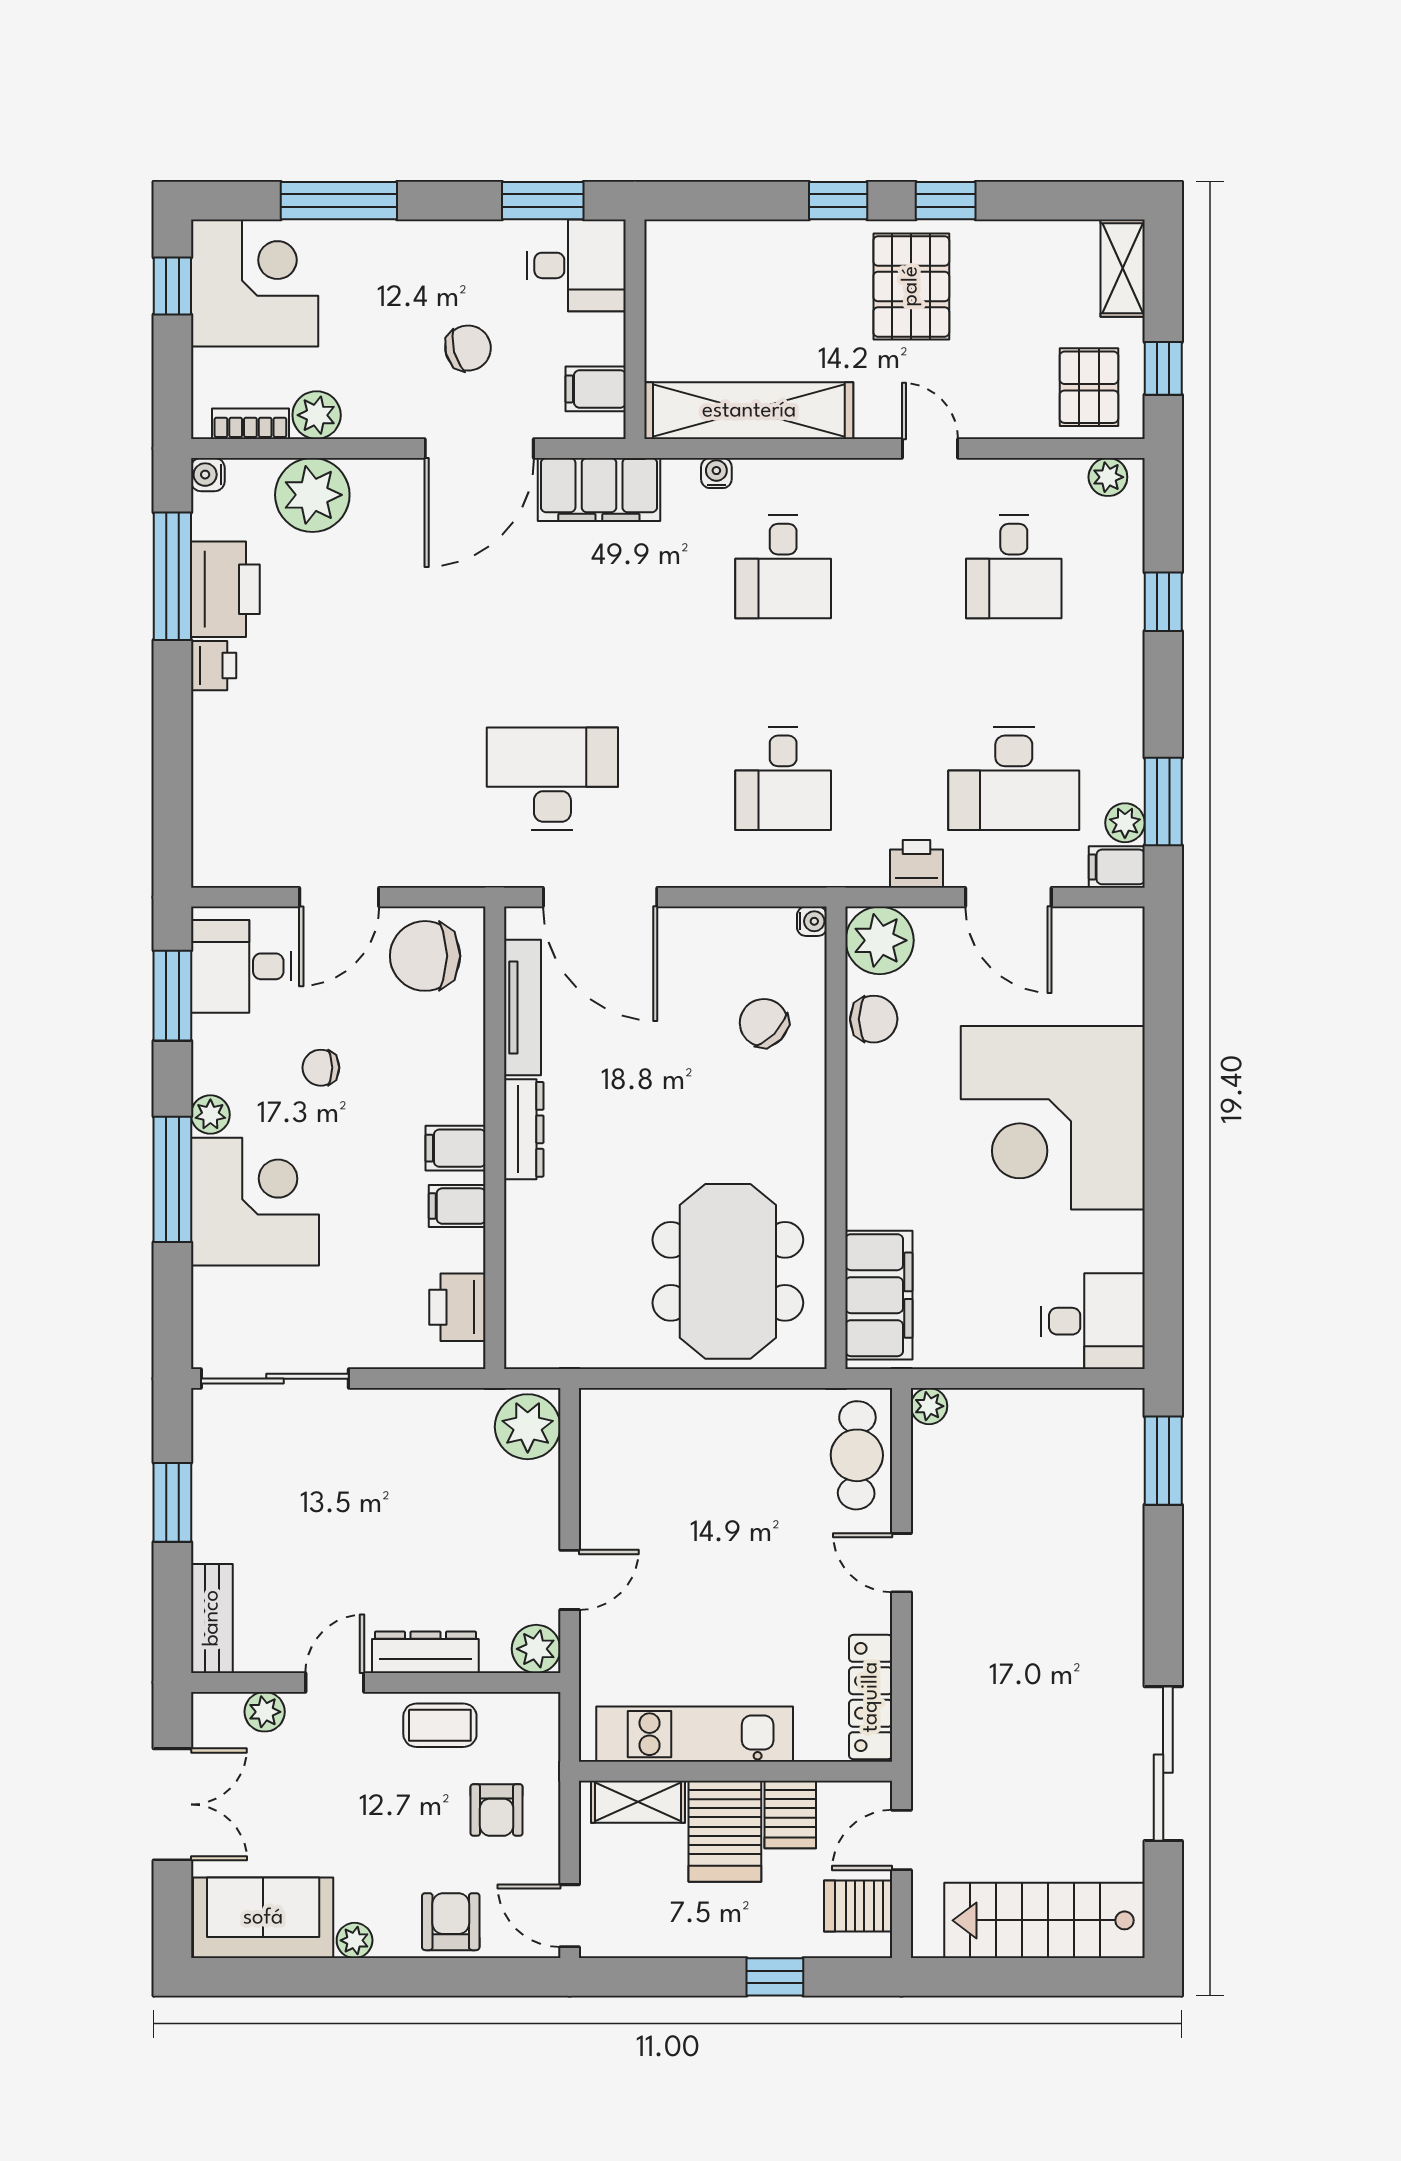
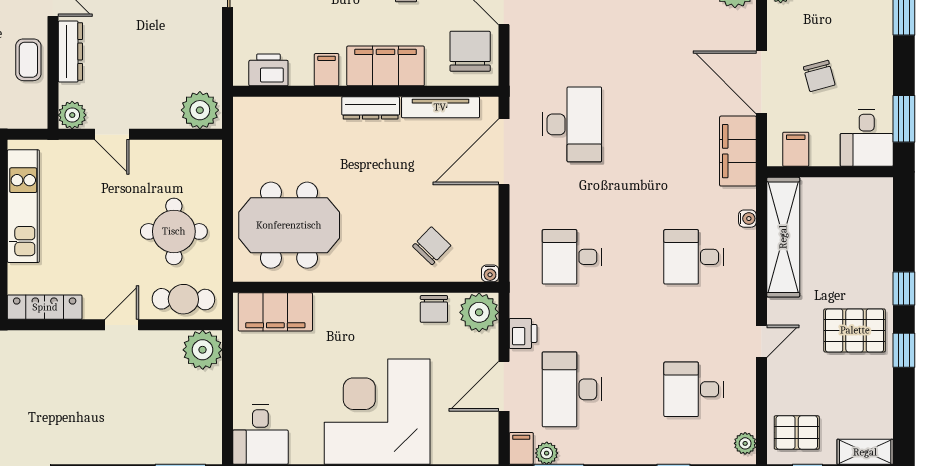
filing cabinet: (456, 1148) -> (386, 66), width x3.00, depth x1.17
plant: (929, 1406) -> (203, 350), width x1.87, depth x1.87
round table: (739, 1472) -> (174, 231), added

